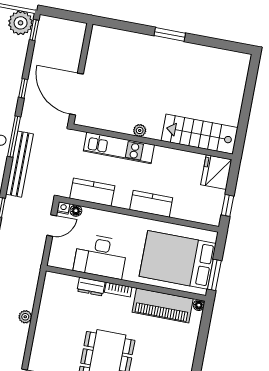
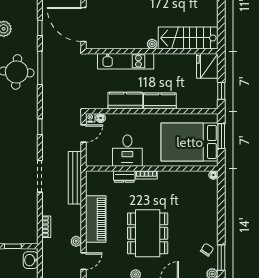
plant: (140, 130) -> (152, 44), moved
bench: (20, 164) -> (75, 178), moved
kitchen counter: (92, 192) -> (125, 101), moved
desk: (101, 256) -> (127, 151), width x0.73
window: (214, 275) -> (221, 136), moved
piano: (163, 305) -> (96, 219), moved, turned -90
plant: (25, 317) -> (76, 241), moved

